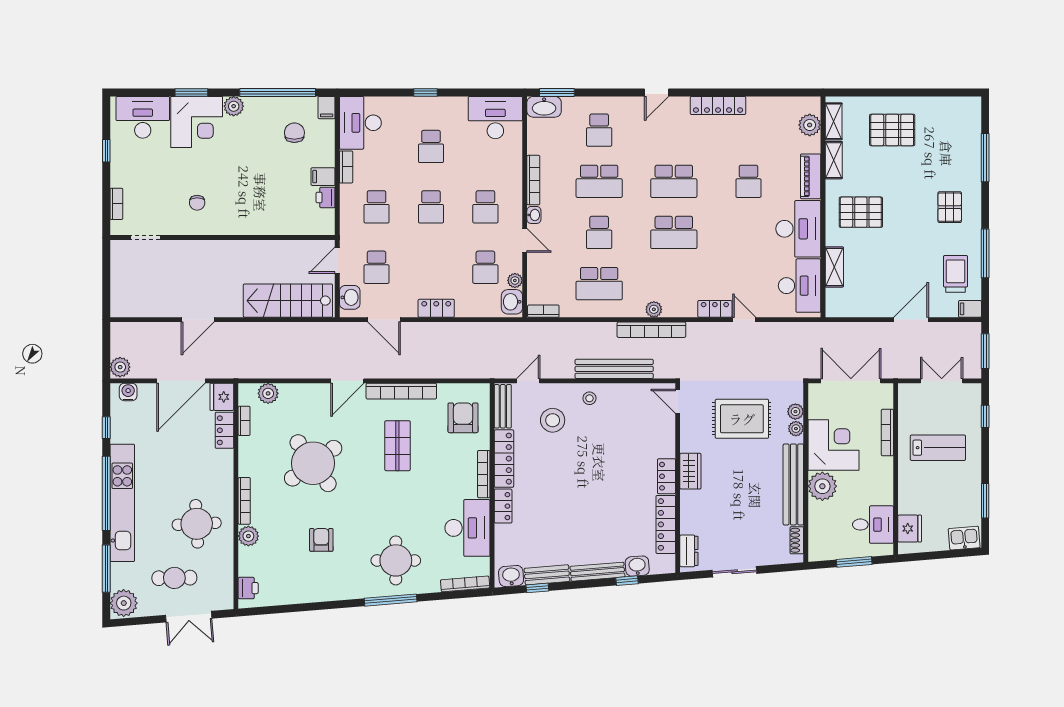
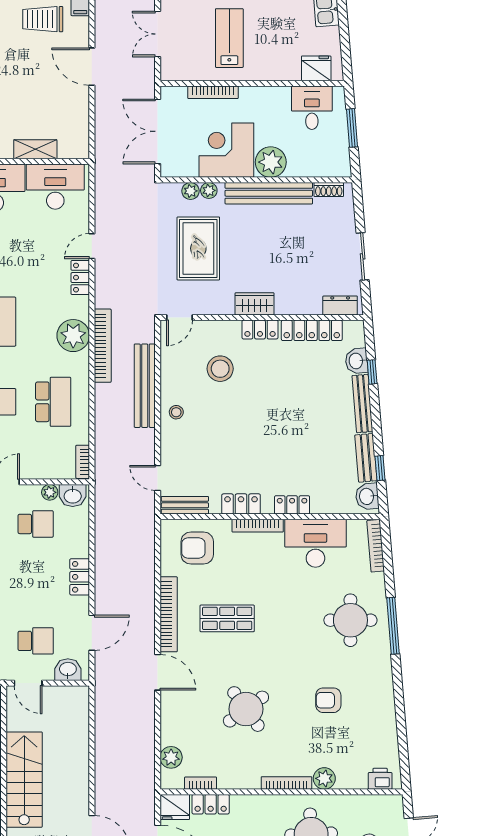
stairs: (288, 301) -> (24, 780), moved, turned 180
plant: (654, 309) -> (73, 336), width x1.88, depth x1.88
stool: (553, 420) -> (220, 369), moved
locker: (504, 459) -> (241, 504), width x0.66
round table: (313, 463) -> (246, 709), width x0.73, depth x0.73

